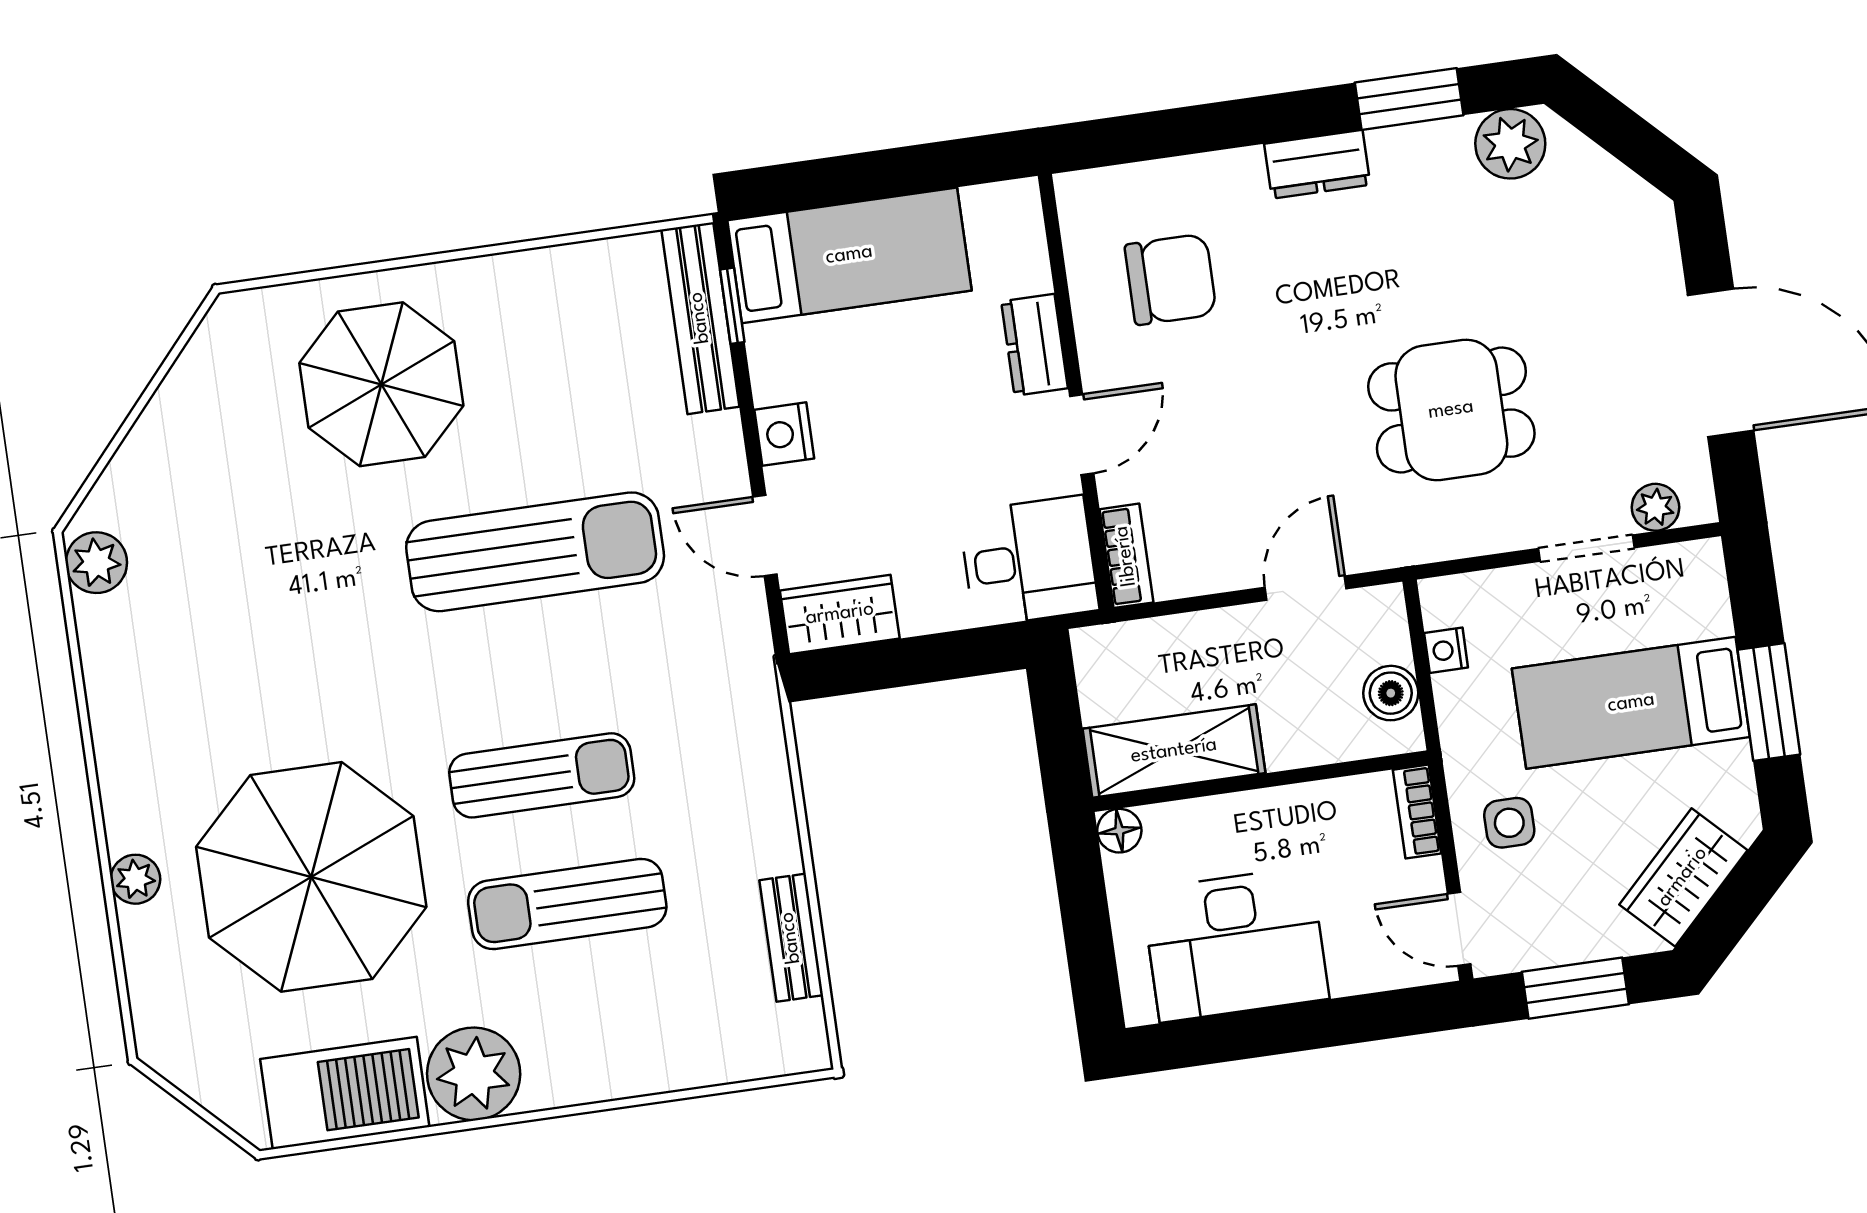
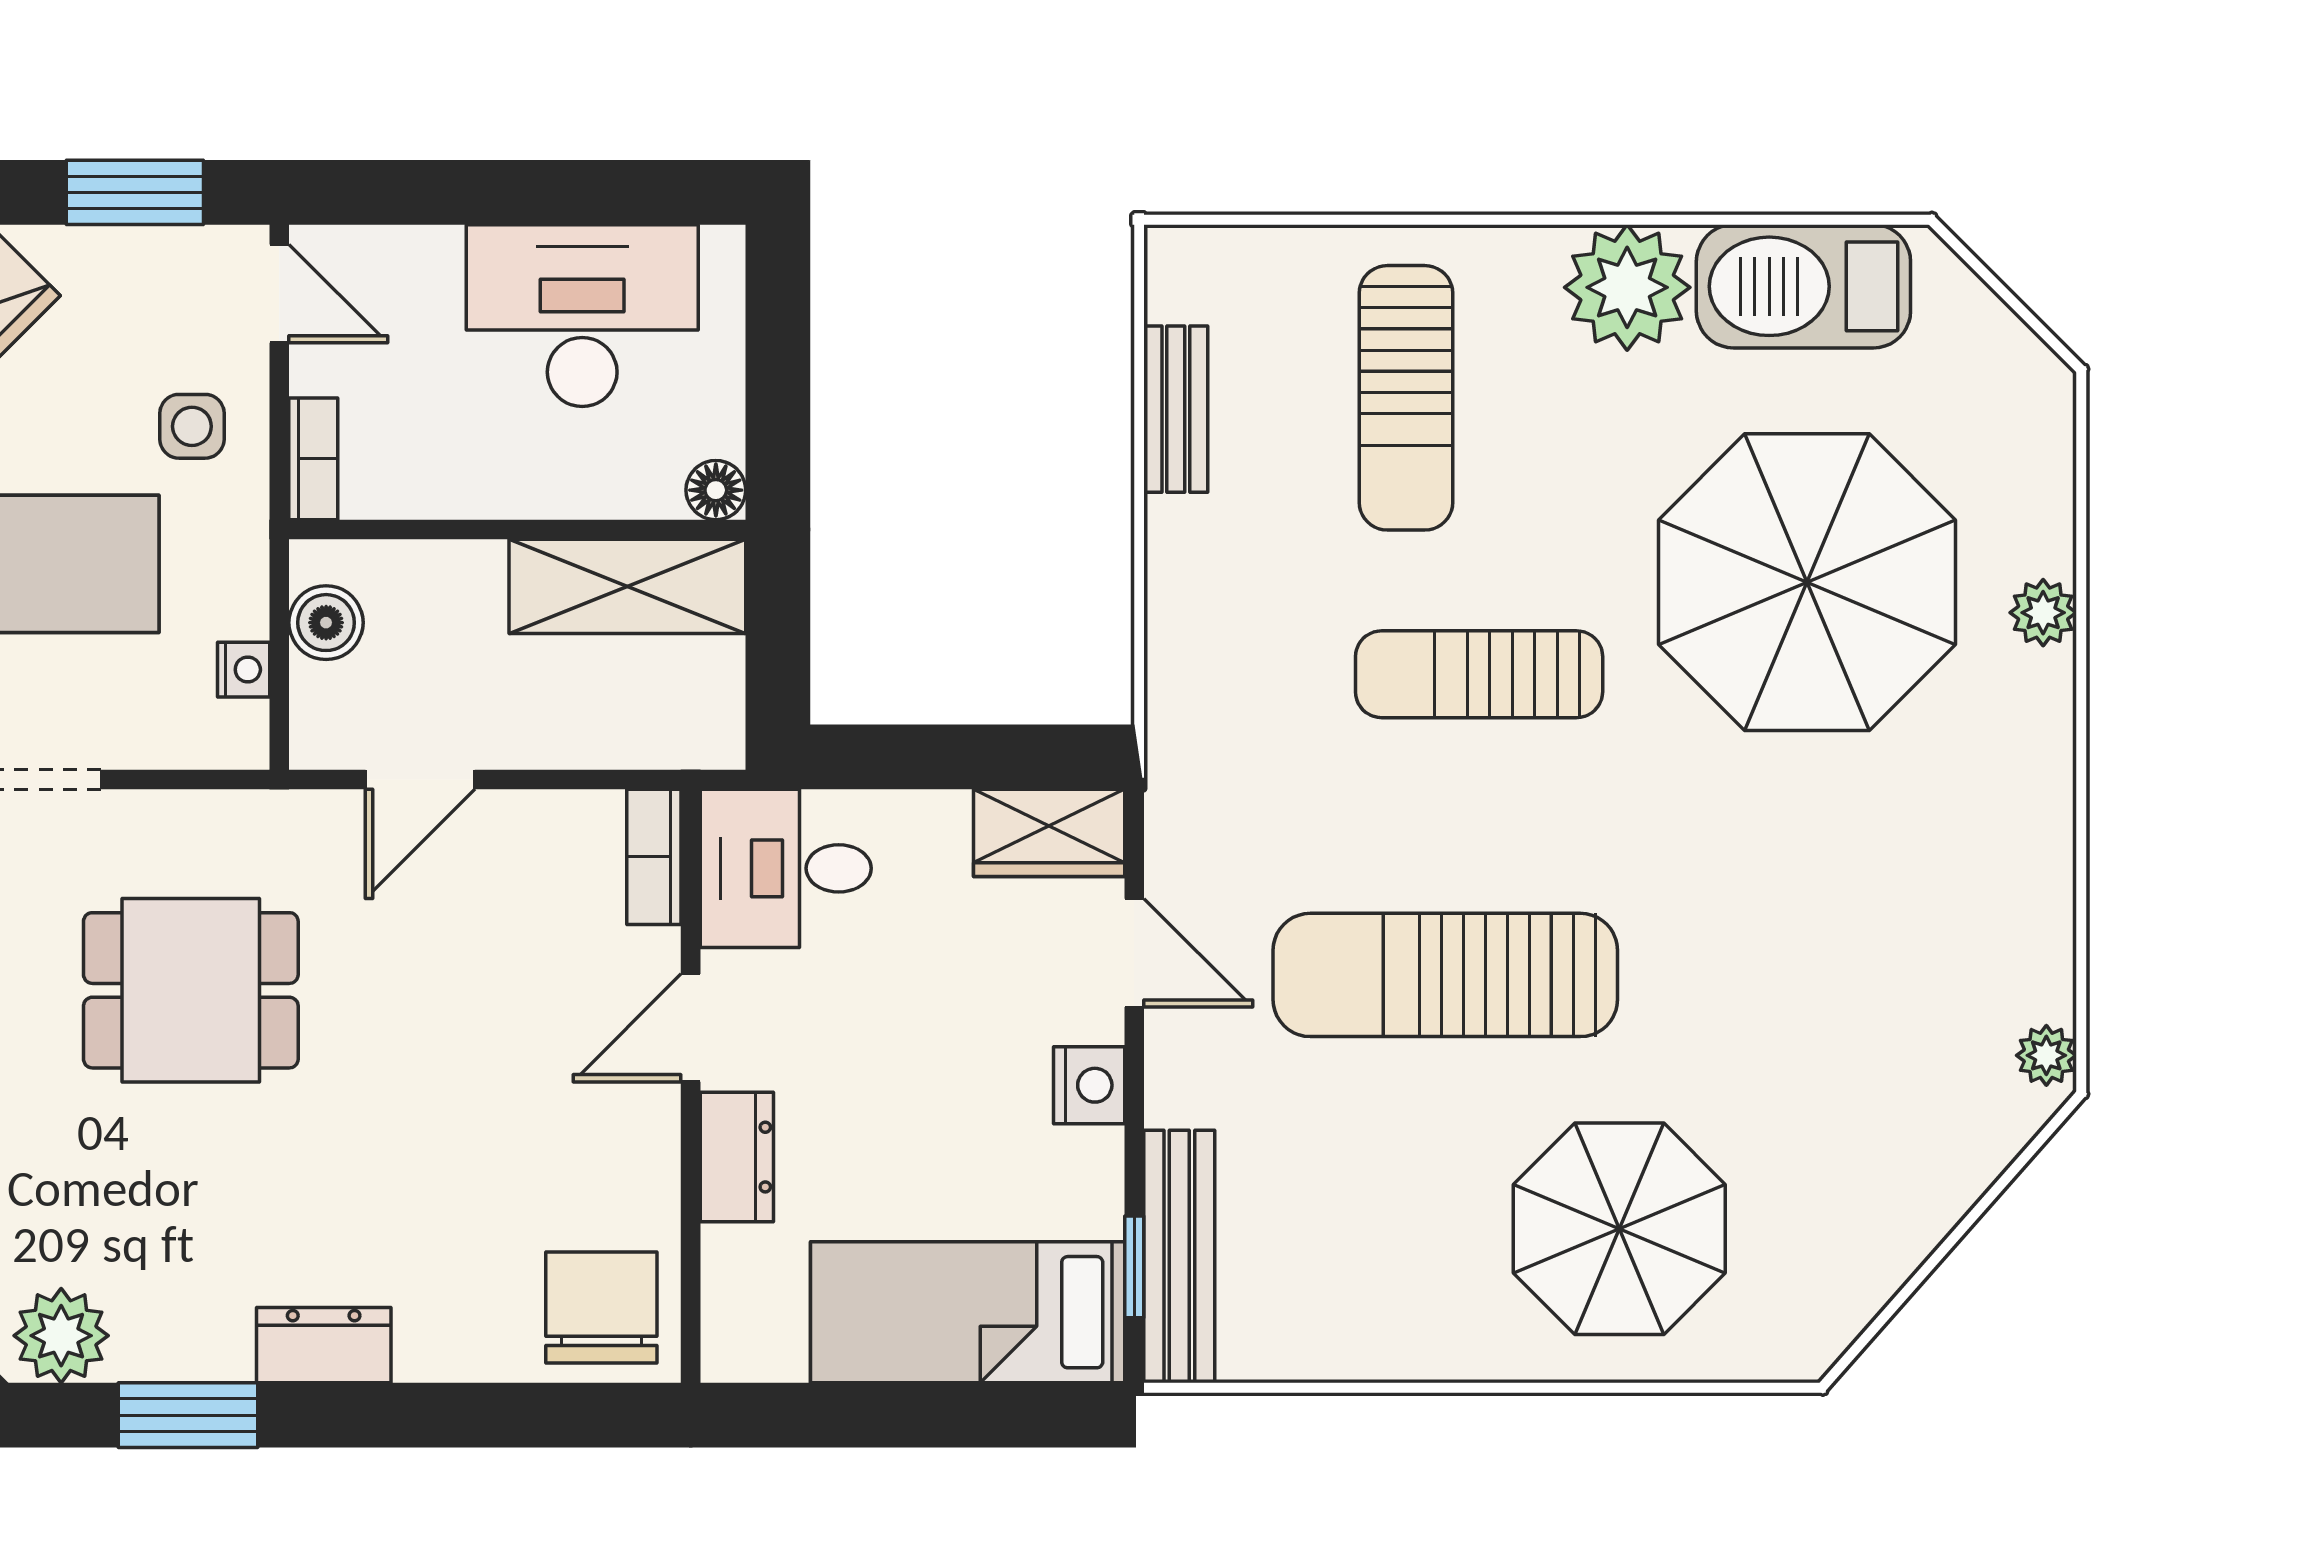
chair: (1171, 279) -> (601, 1308), moved, turned 90
plant: (96, 563) -> (2046, 1055), width x0.73, depth x0.73
sun lounger: (567, 904) -> (1406, 398), moved, turned 90

